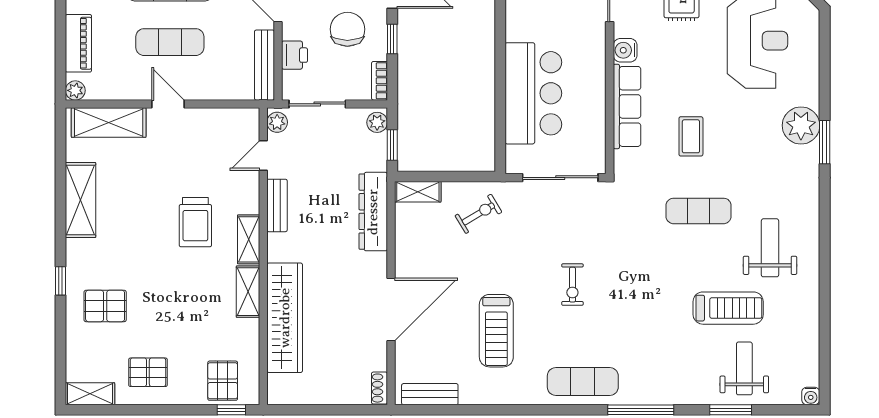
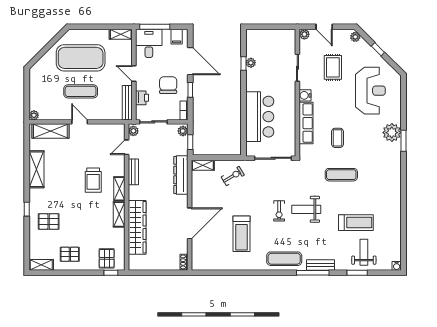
piano: (78, 43) -> (35, 92), removed
weight bench: (770, 248) -> (306, 209), moved, turned -90
bench: (430, 394) -> (321, 265), moved

